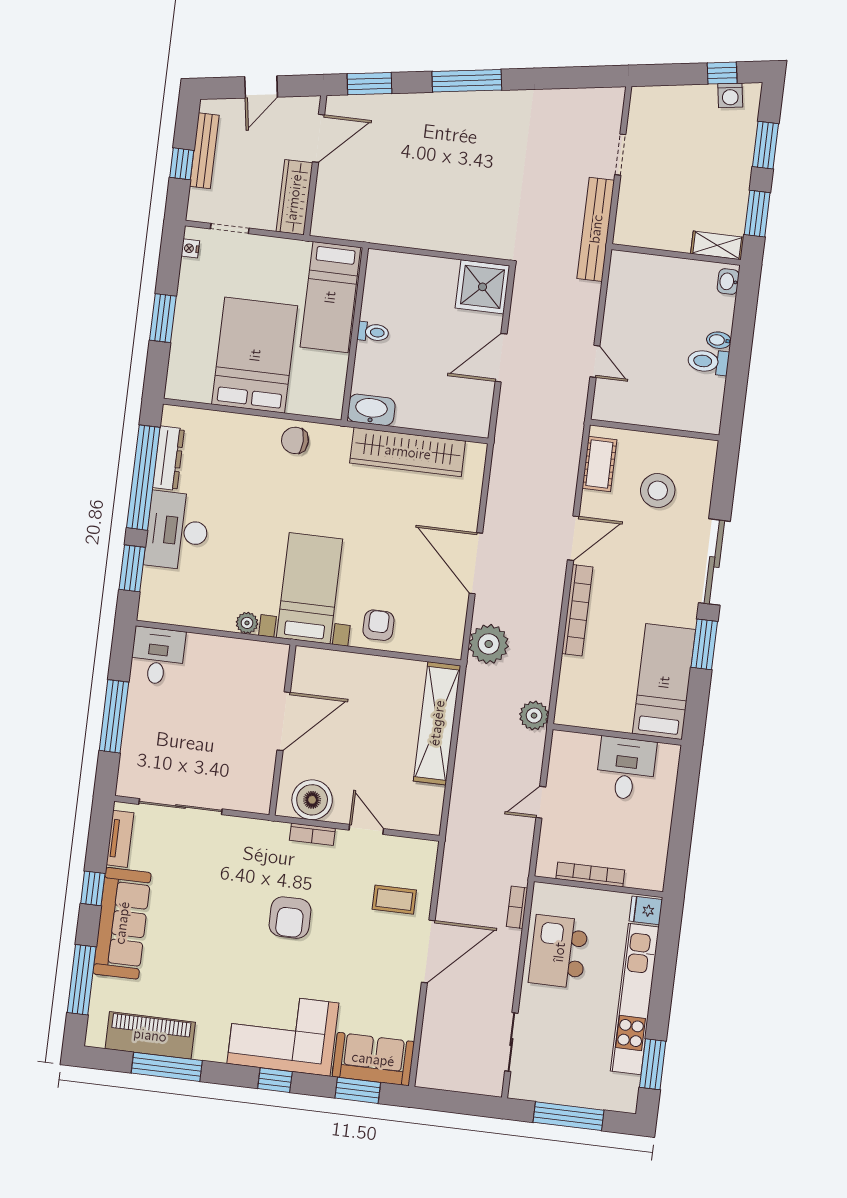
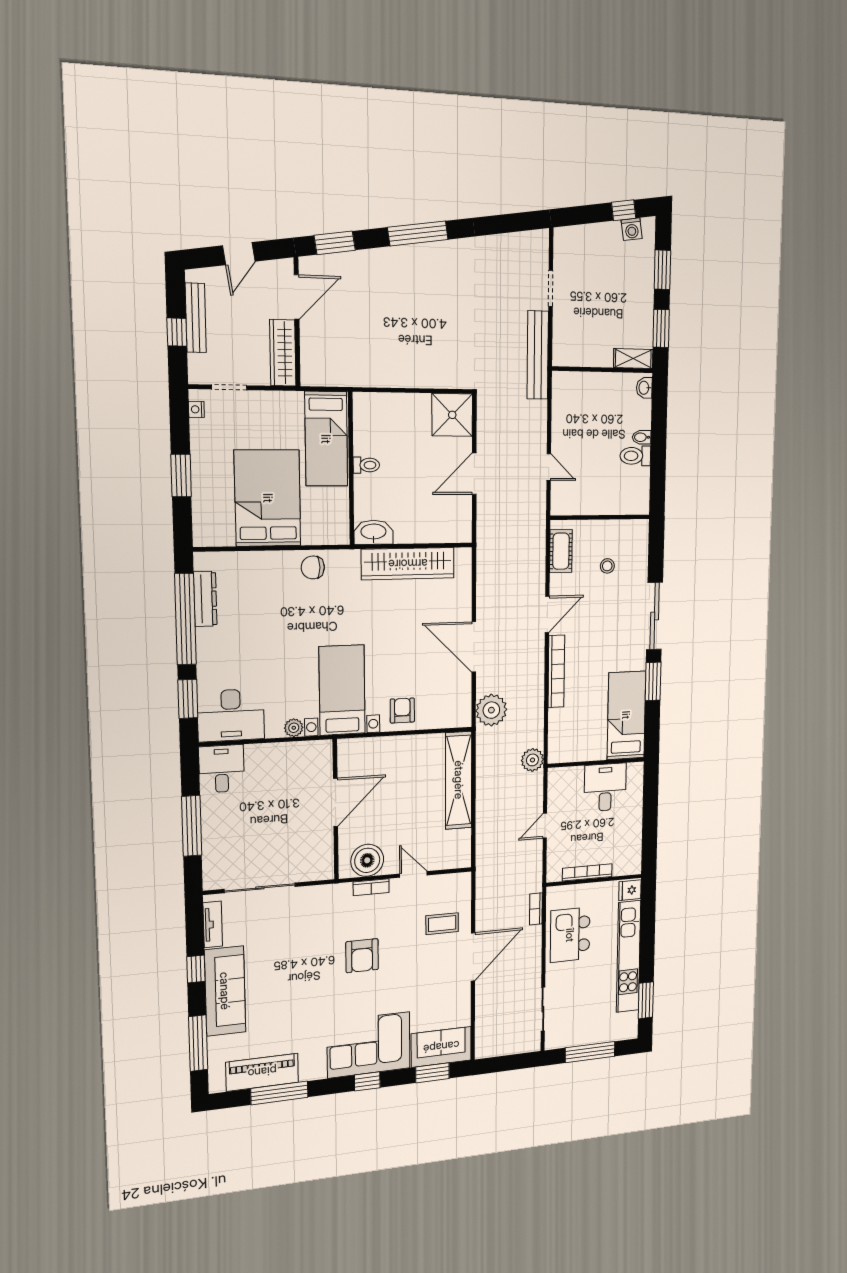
stool: (658, 491) -> (607, 566), width x0.53, depth x0.53
desk: (177, 531) -> (231, 715), moved, turned -90

